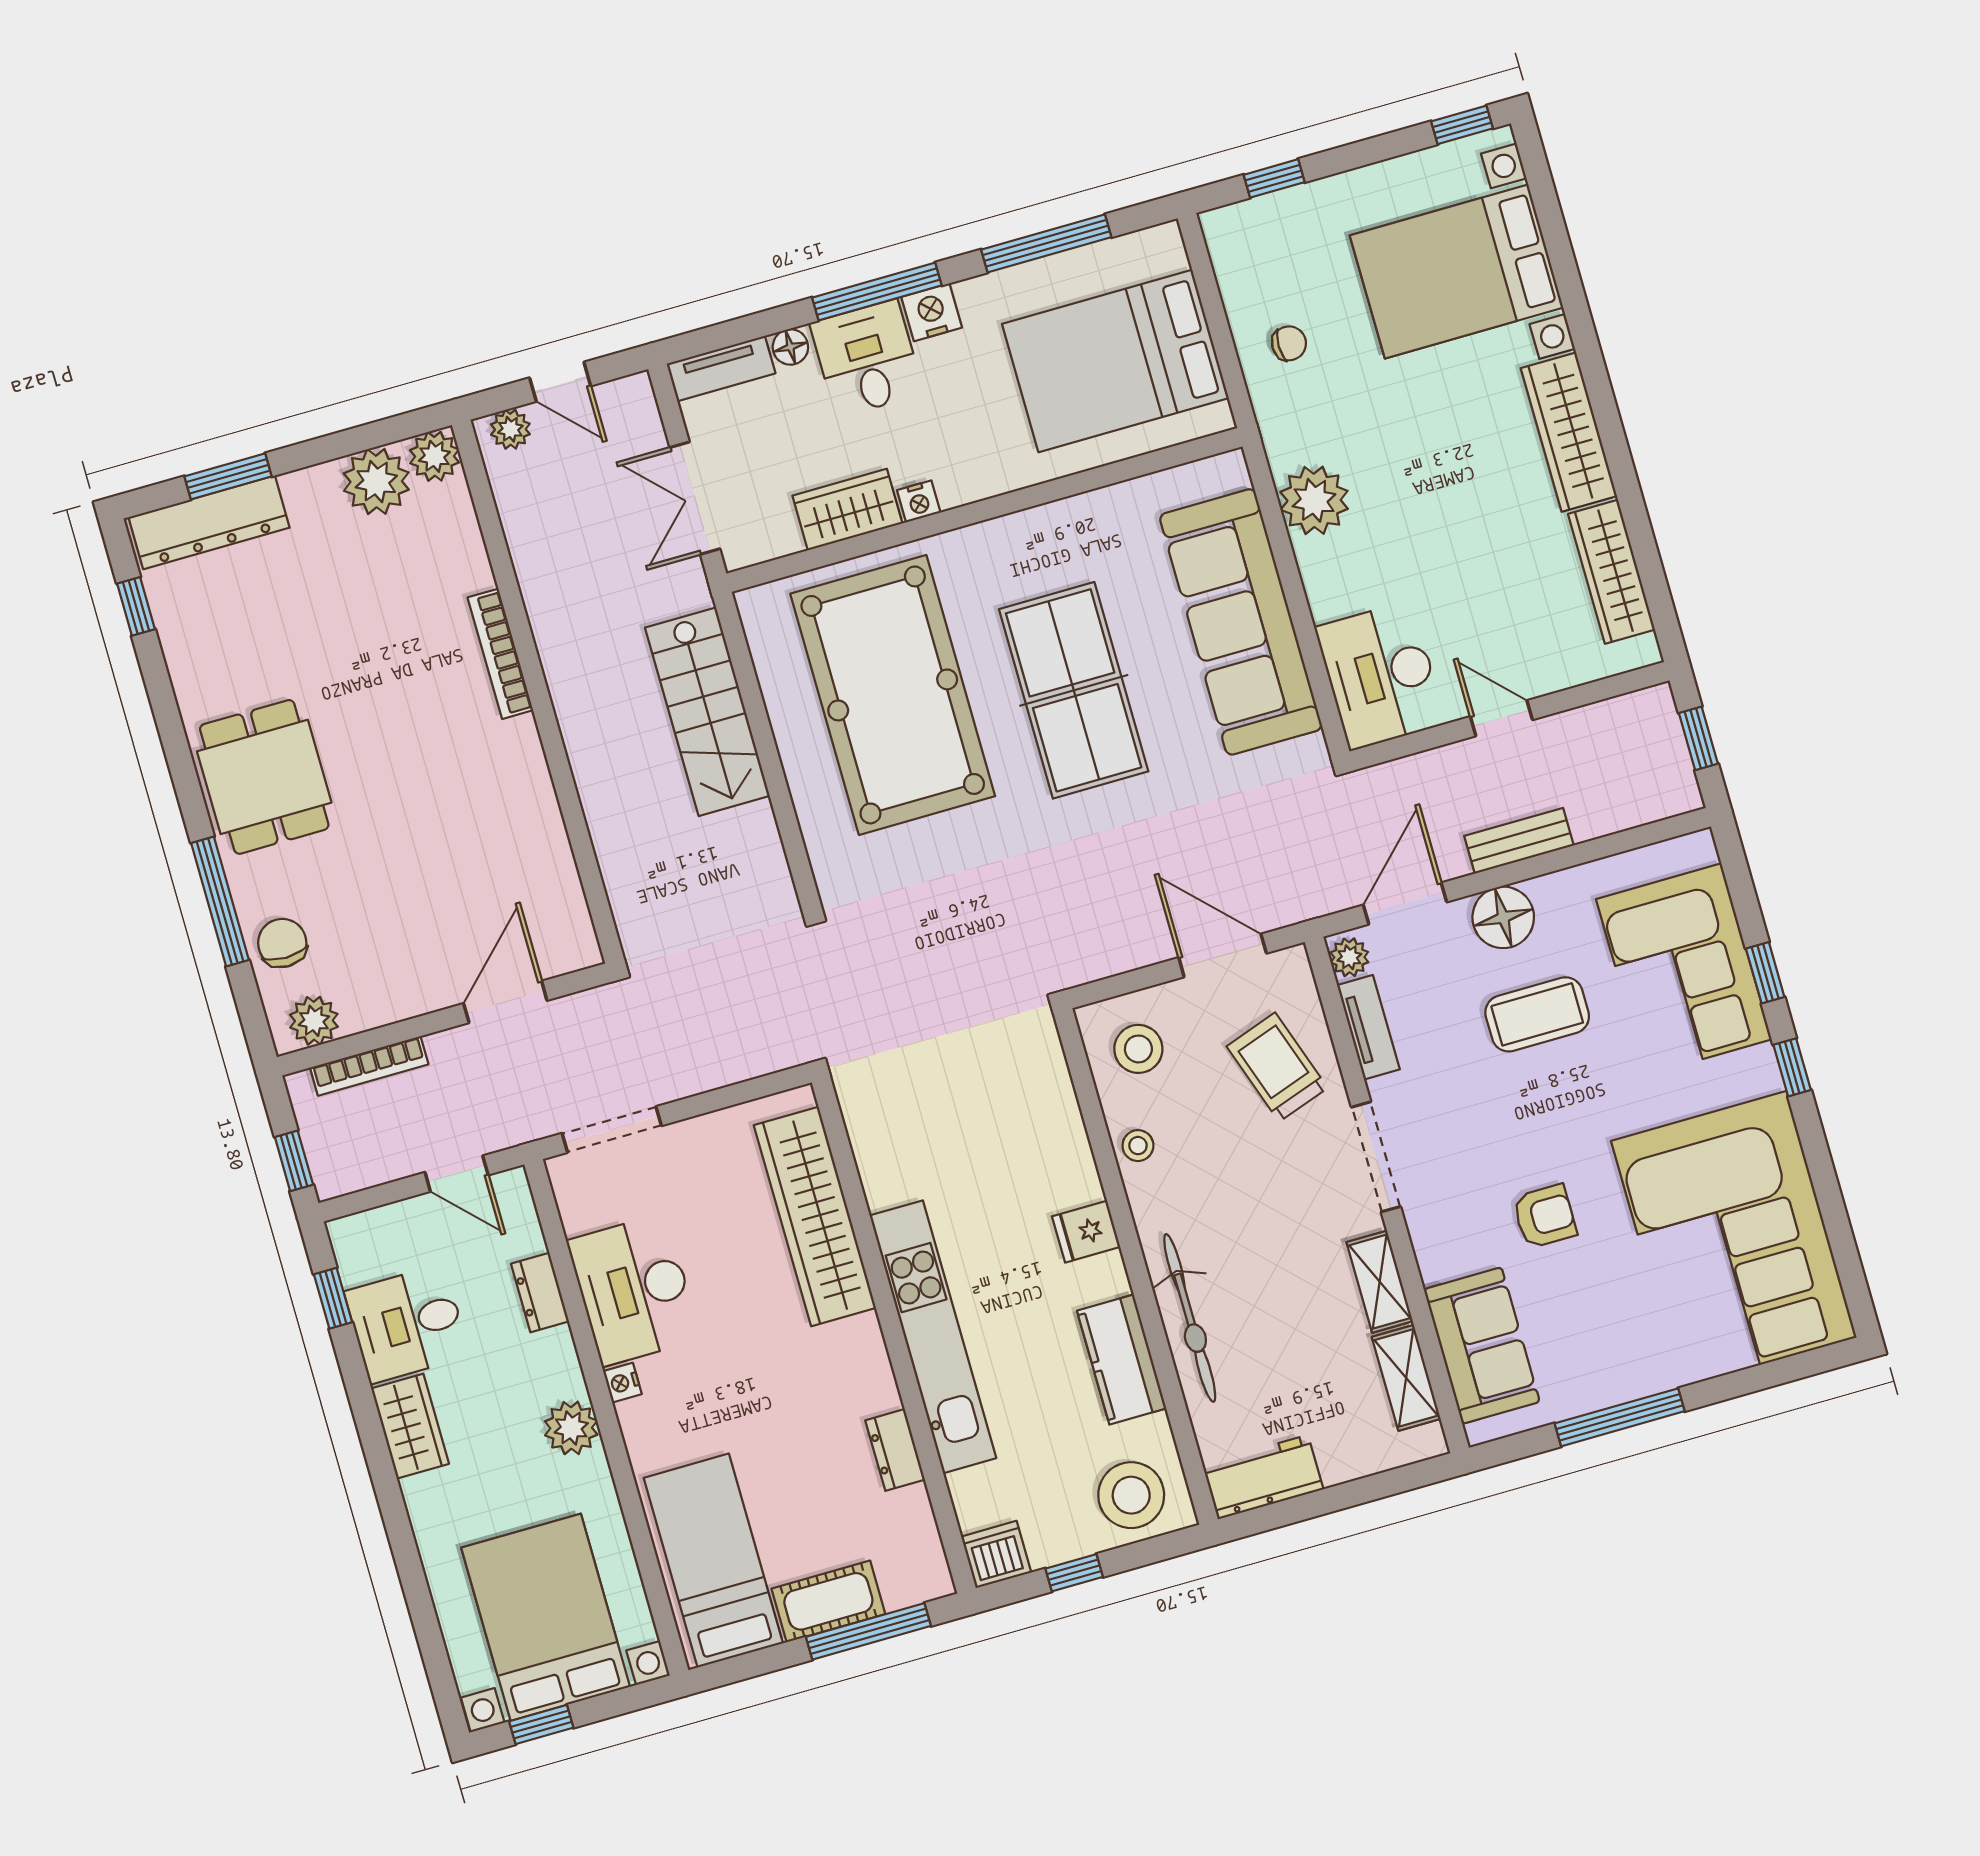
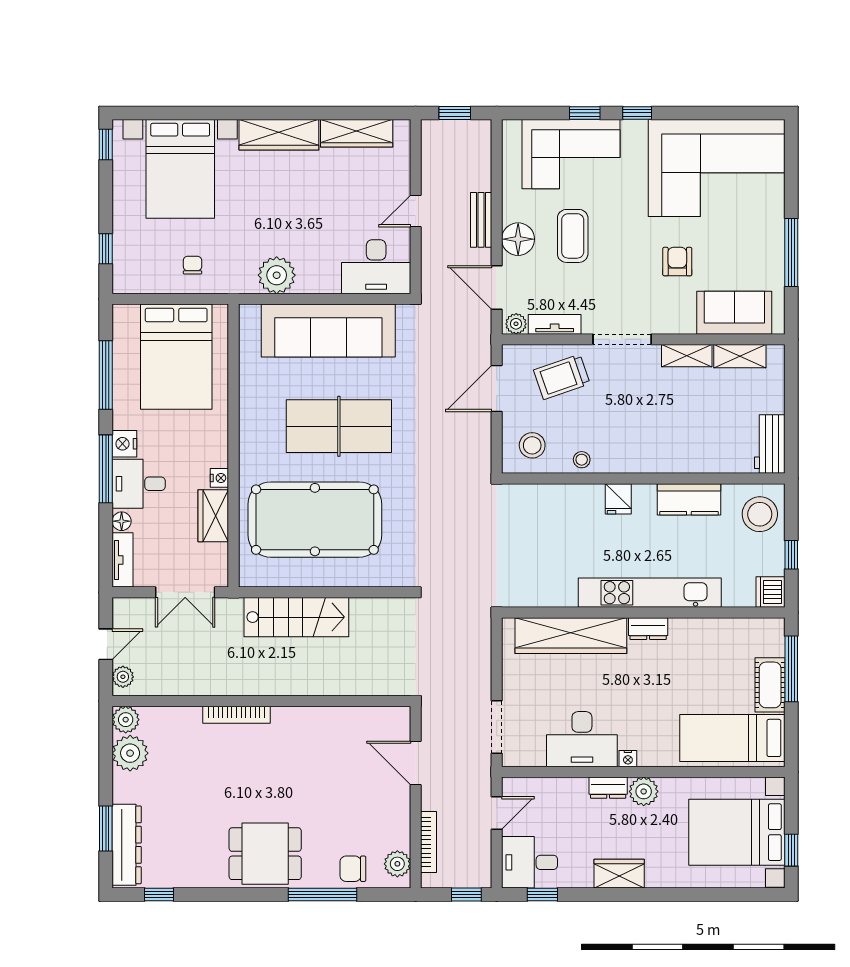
dresser: (540, 1293) -> (608, 788), moved
bicycle: (1190, 1318) -> (678, 458), removed
desk: (407, 1324) -> (530, 862), moved, turned 90
dresser: (895, 1450) -> (648, 629), moved

